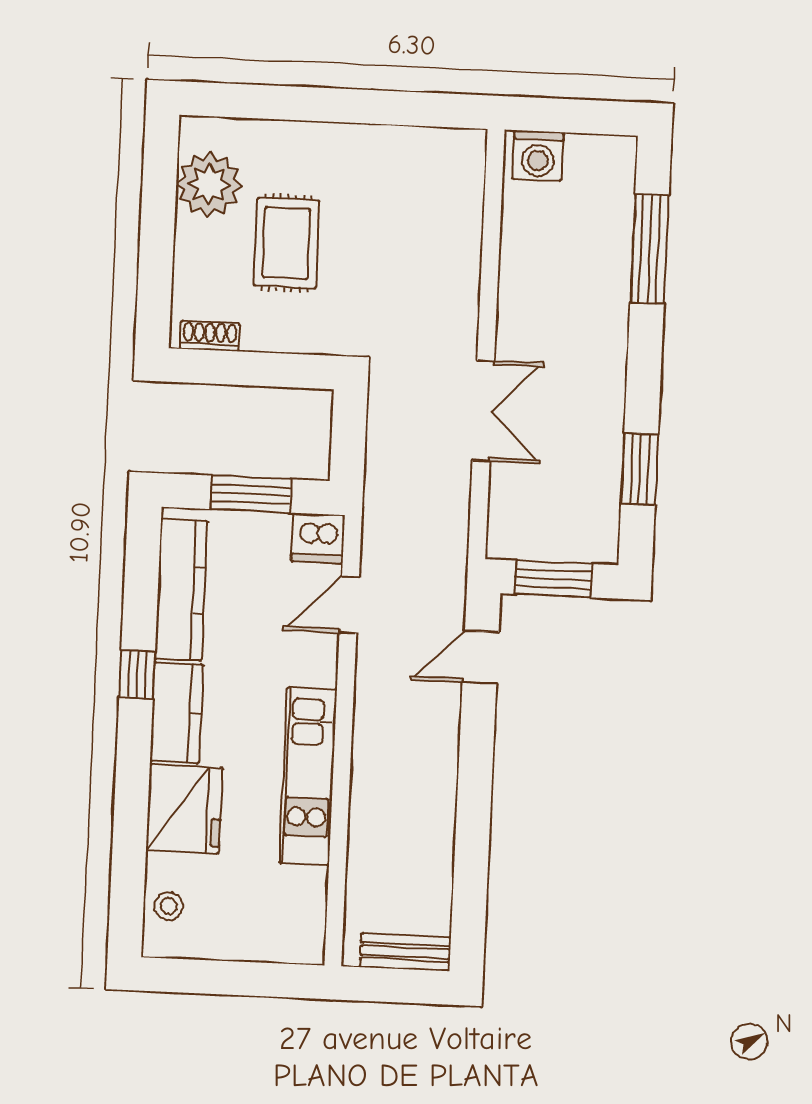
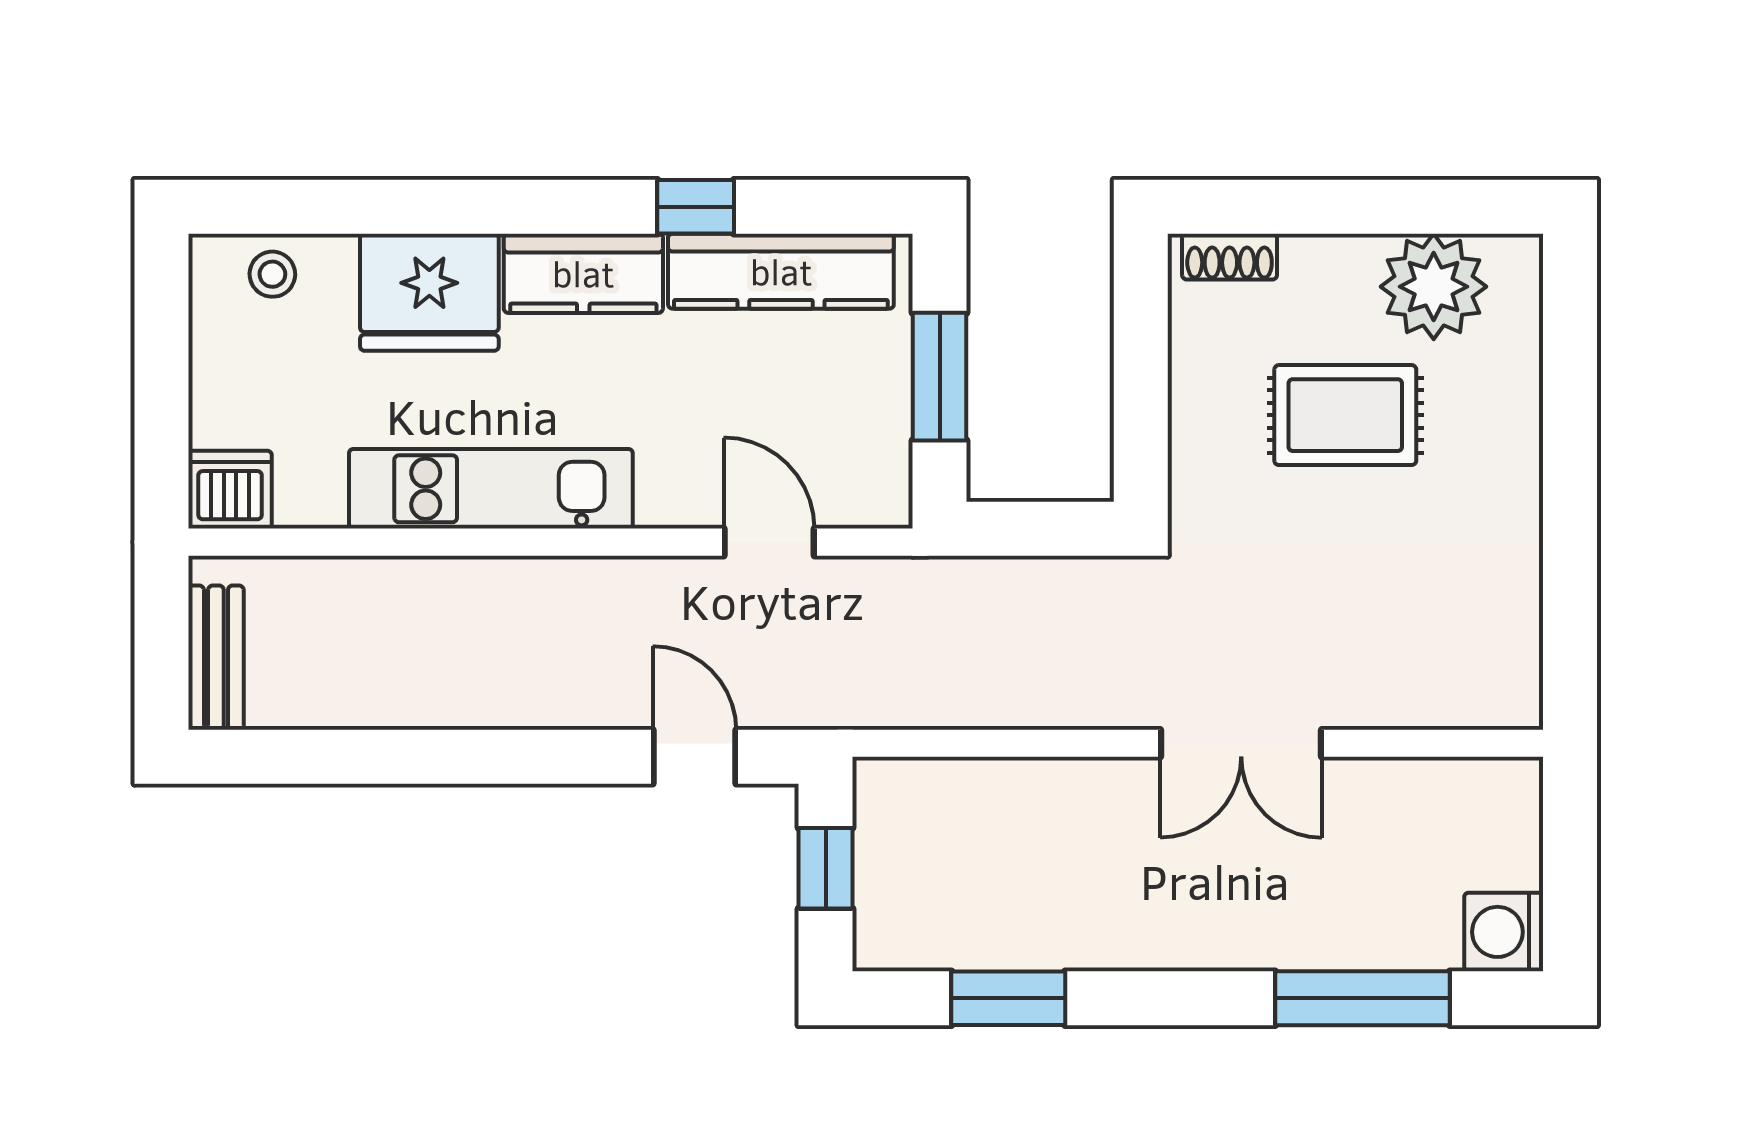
washing machine: (538, 156) -> (1504, 932), moved
shoe rack: (210, 336) -> (1230, 257), moved, turned 90
double door: (483, 411) -> (1241, 743), moved
dishwasher: (318, 538) -> (230, 490), moved, turned 90
window: (554, 579) -> (826, 868), width x0.67
window: (137, 674) -> (696, 207), moved

